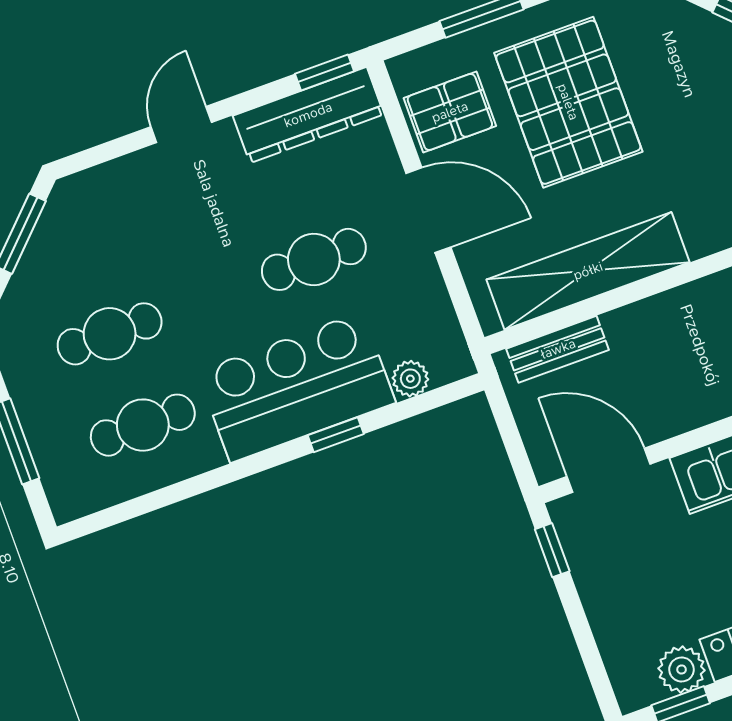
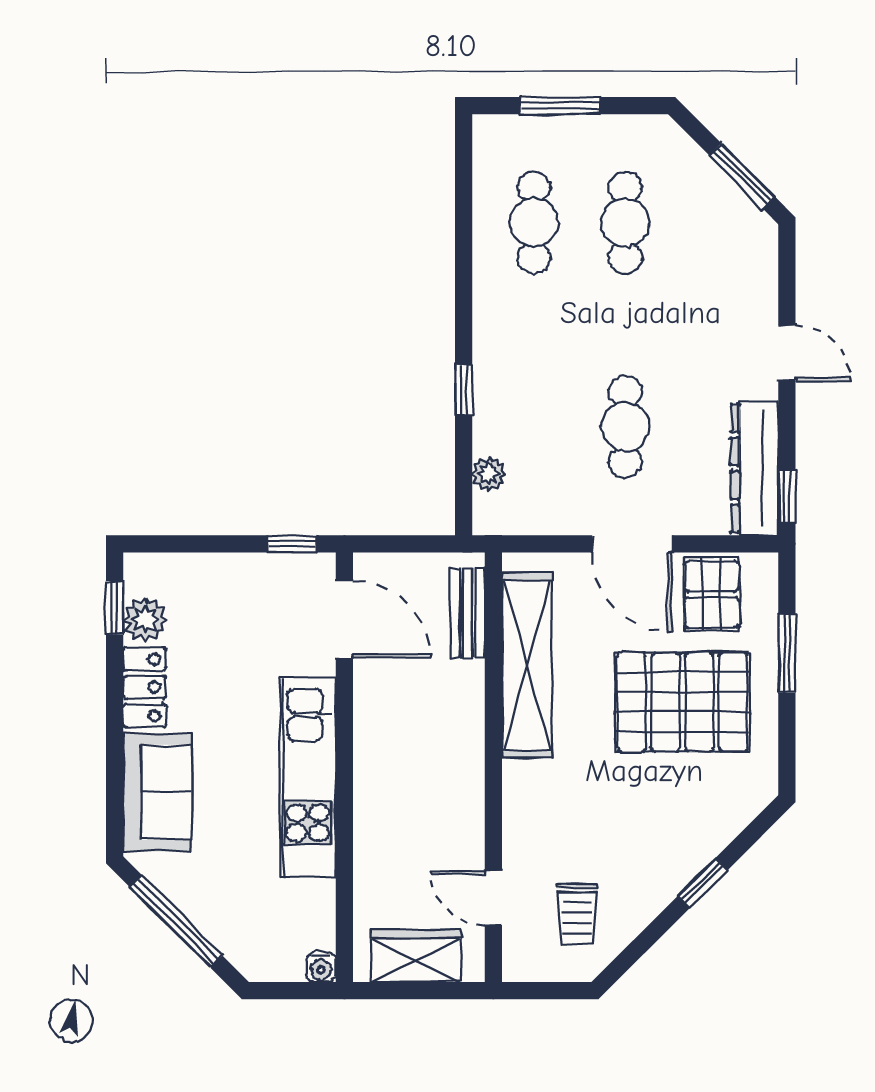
door: (428, 210) -> (632, 544), hinge flipped
bar counter: (296, 387) -> (518, 370), removed
door: (609, 470) -> (344, 619), hinge flipped

